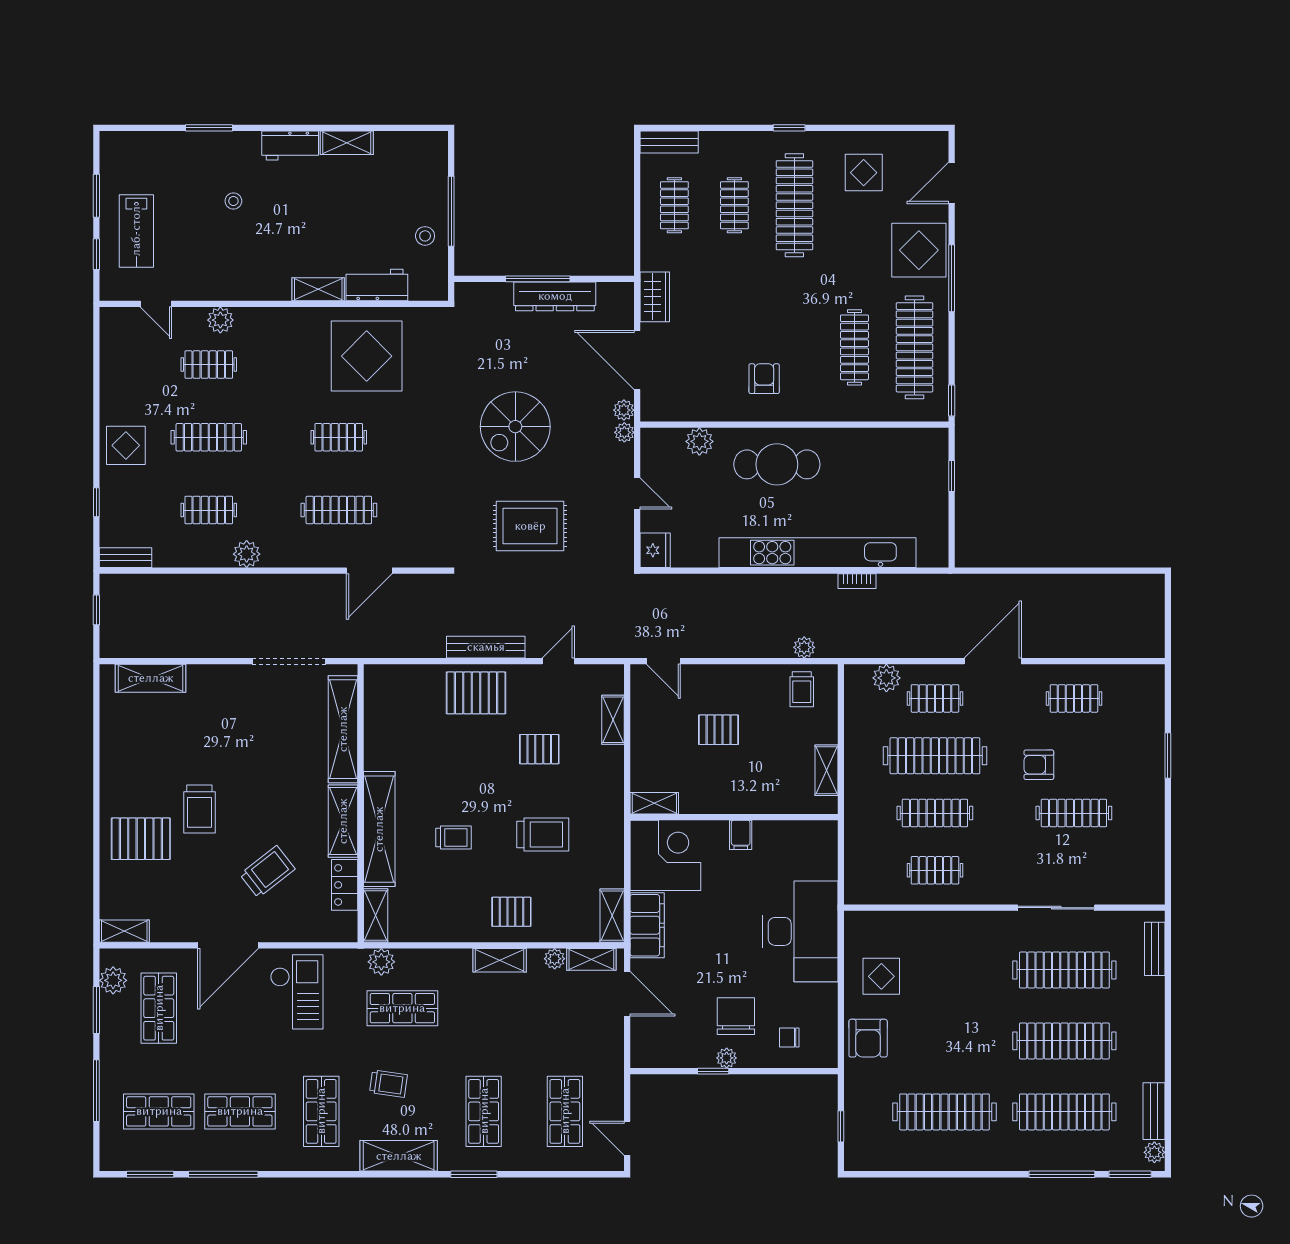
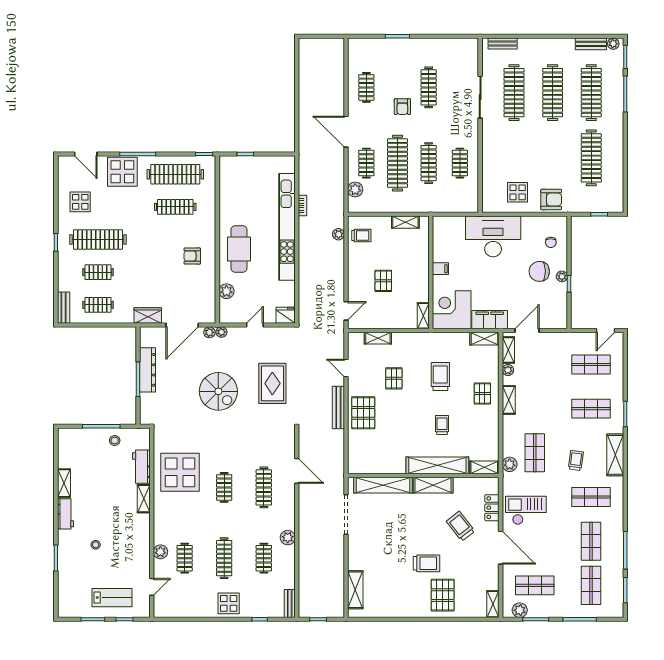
locker: (345, 885) -> (492, 508), moved, turned 90

